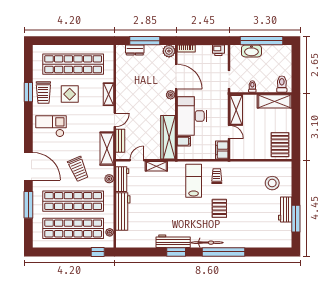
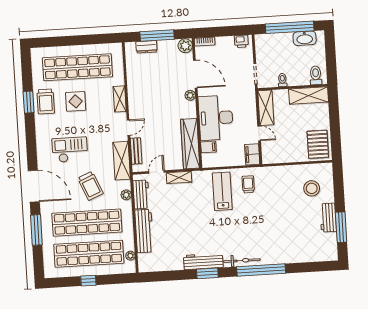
washbasin: (251, 51) -> (305, 38), moved
checkout: (51, 126) -> (70, 150), moved
pallet: (219, 208) -> (253, 221), removed
window: (98, 252) -> (88, 281), moved

